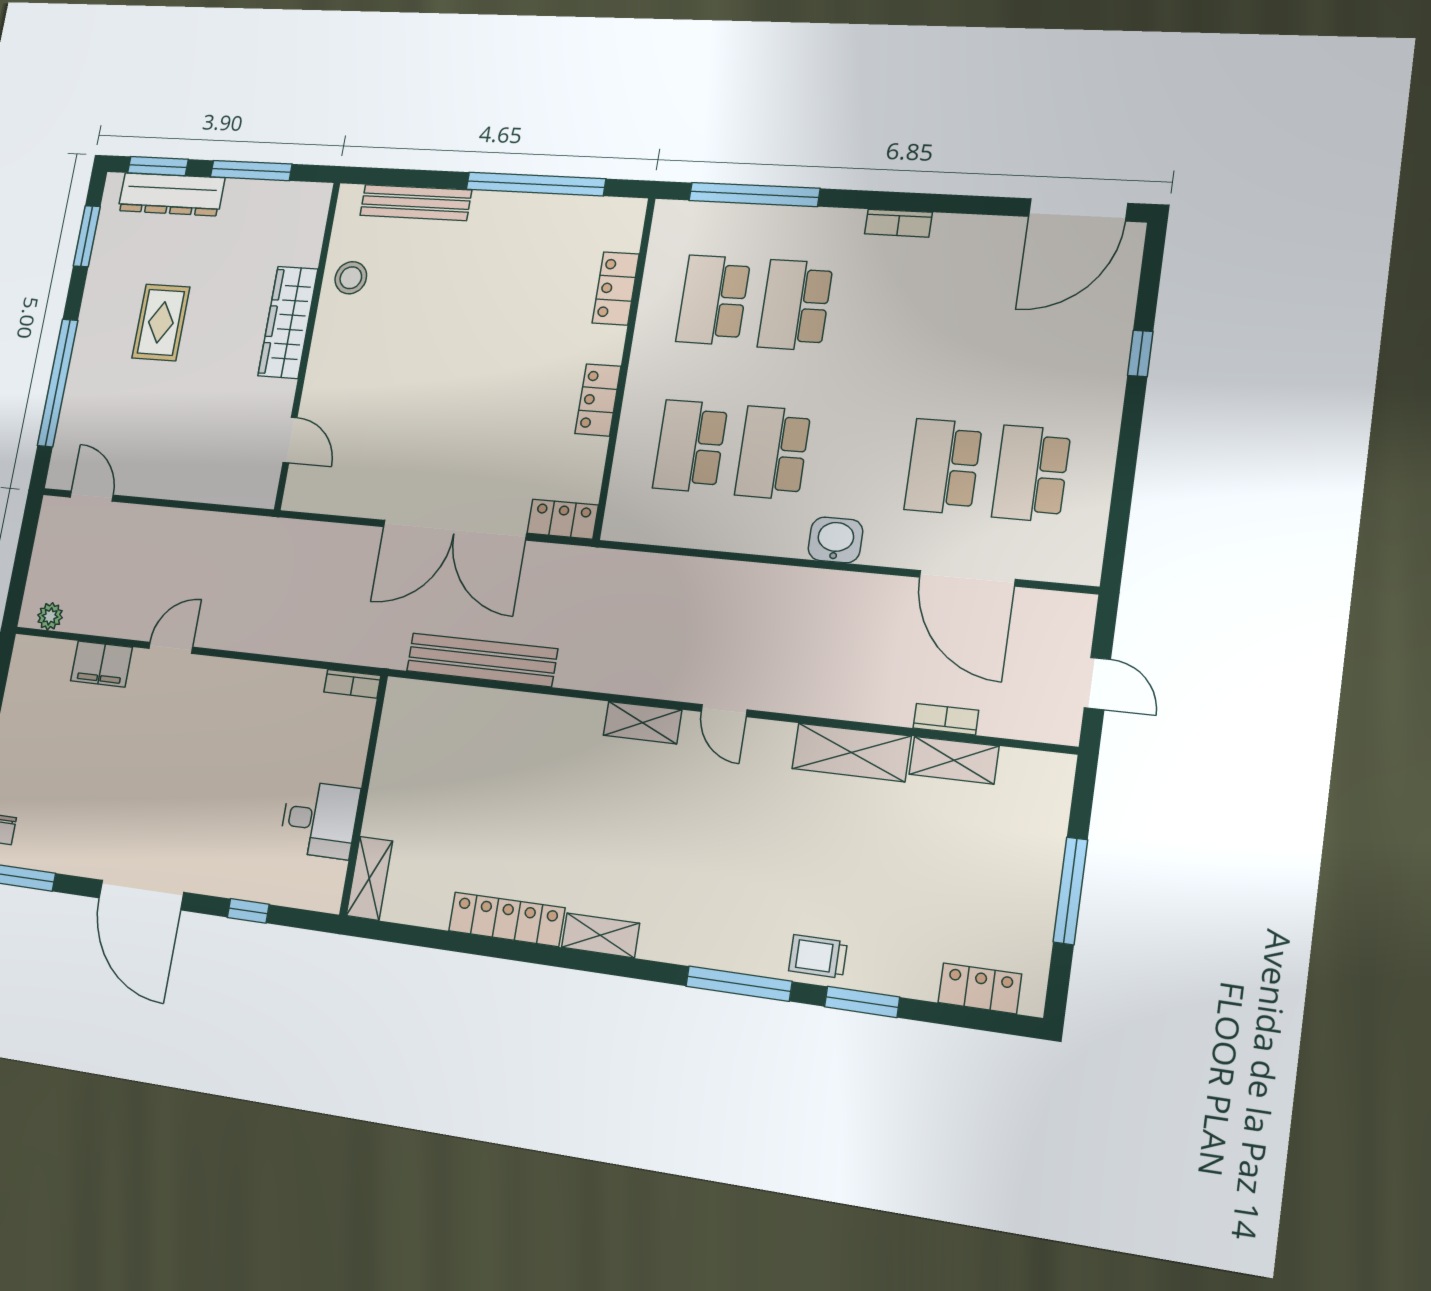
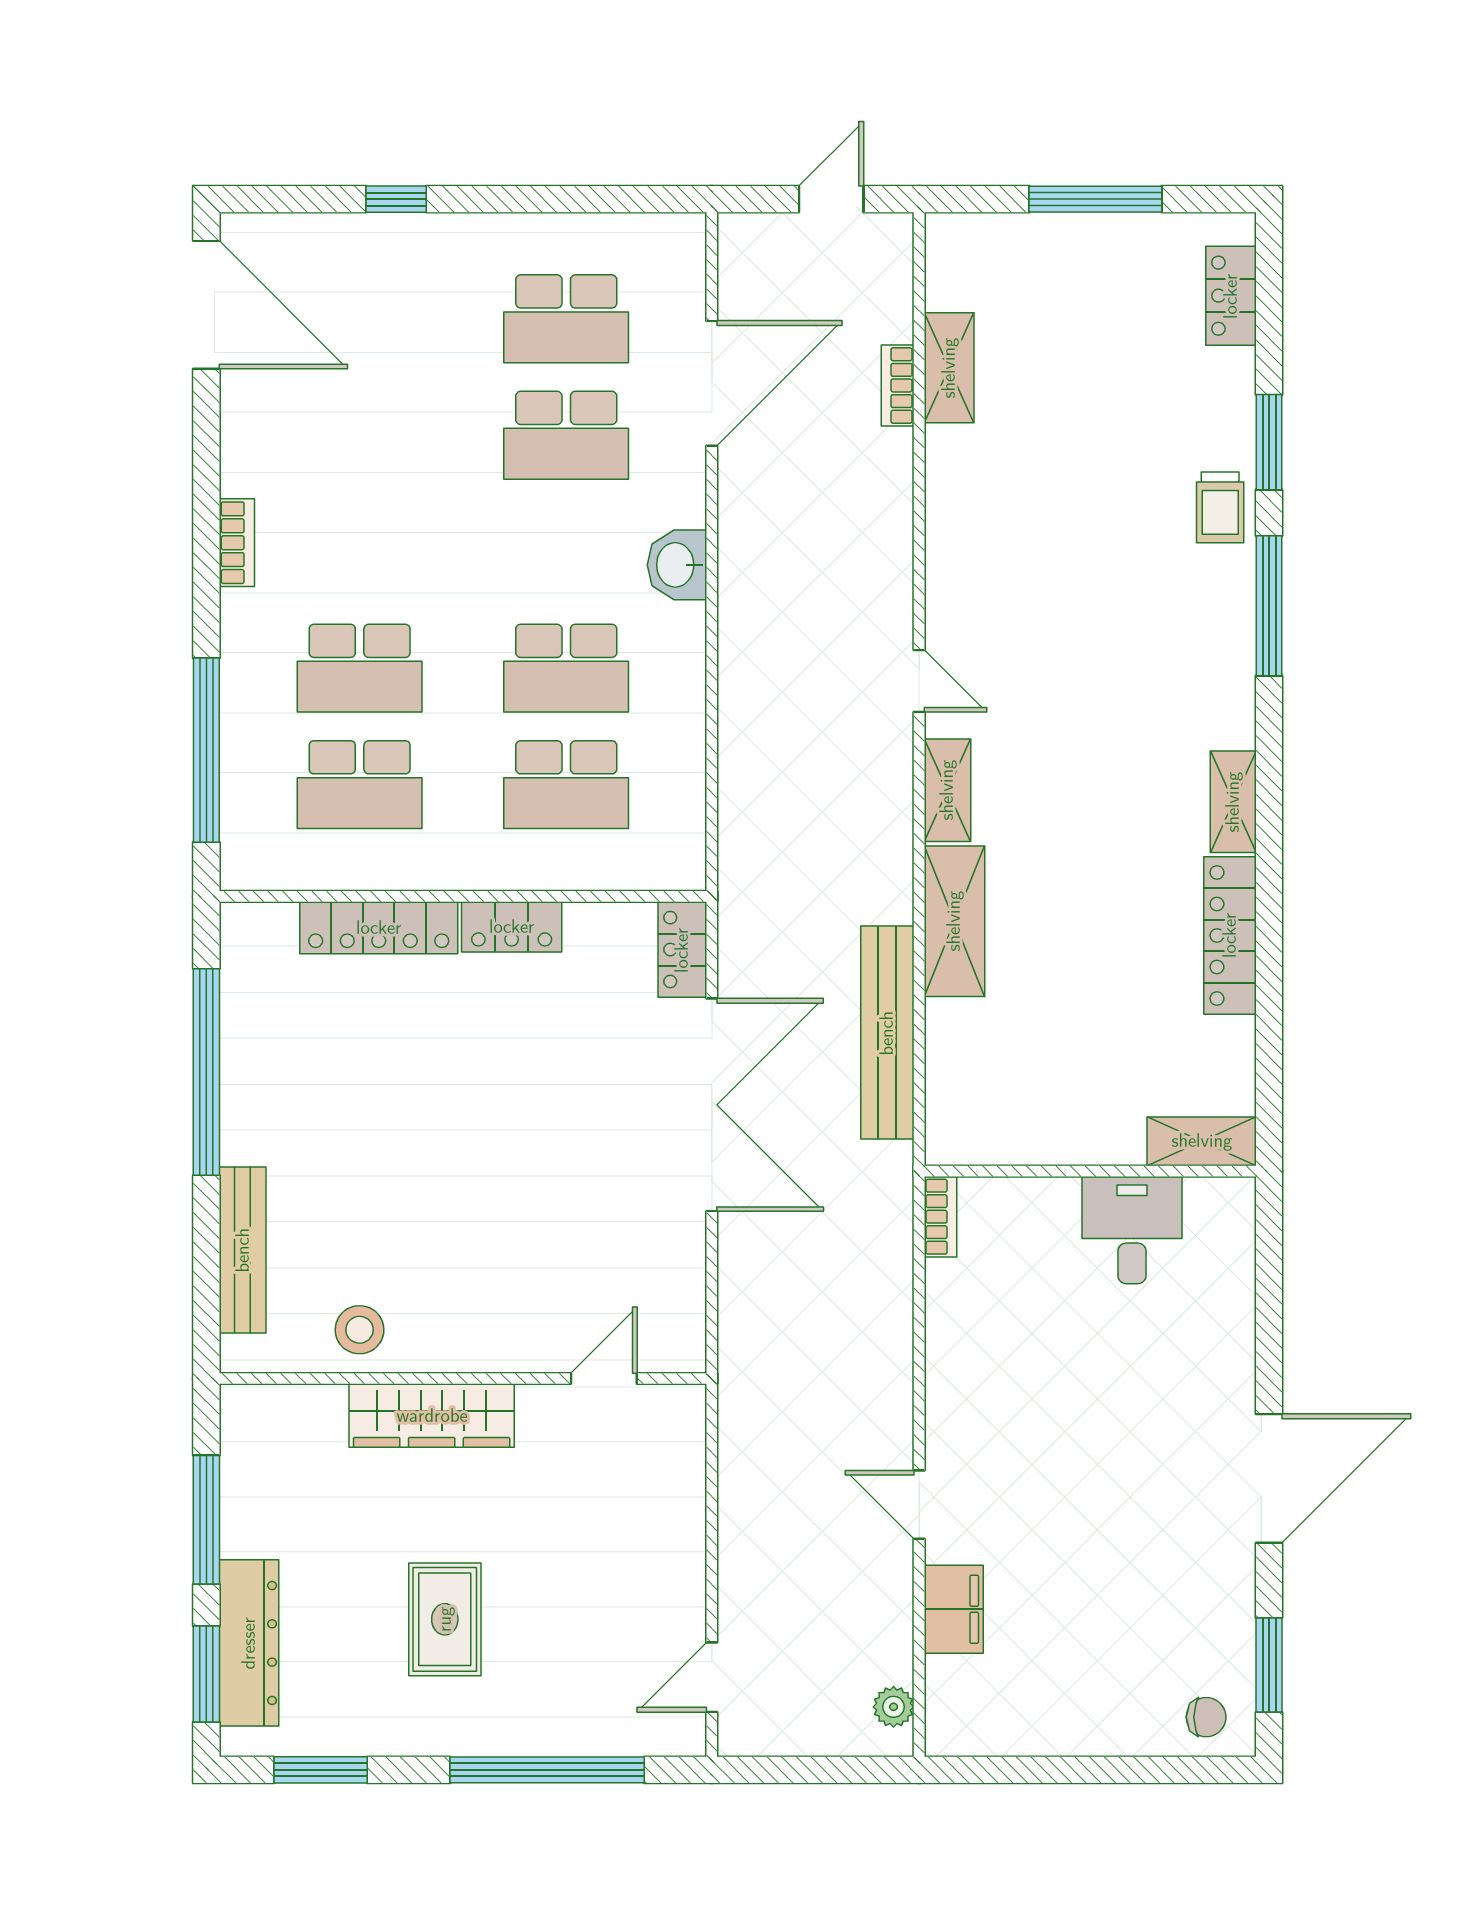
locker: (616, 288) -> (379, 928), width x1.53
rug: (161, 322) -> (445, 1619), turned 90
door: (724, 711) -> (919, 681), hinge flipped
shelving: (851, 752) -> (954, 921), moved
window: (248, 911) -> (1269, 1312), removed

